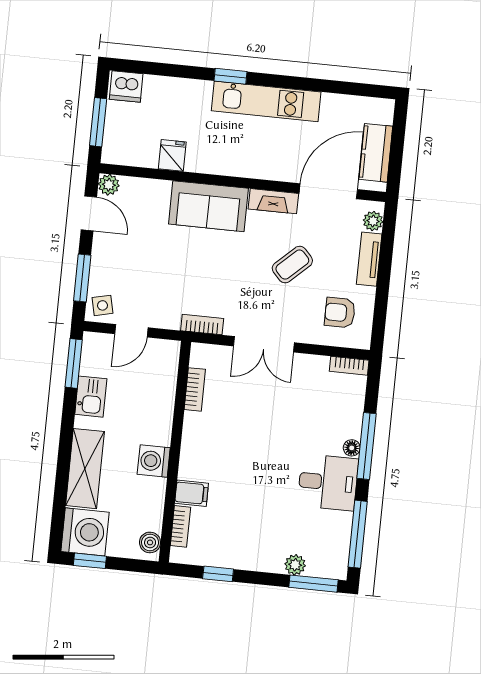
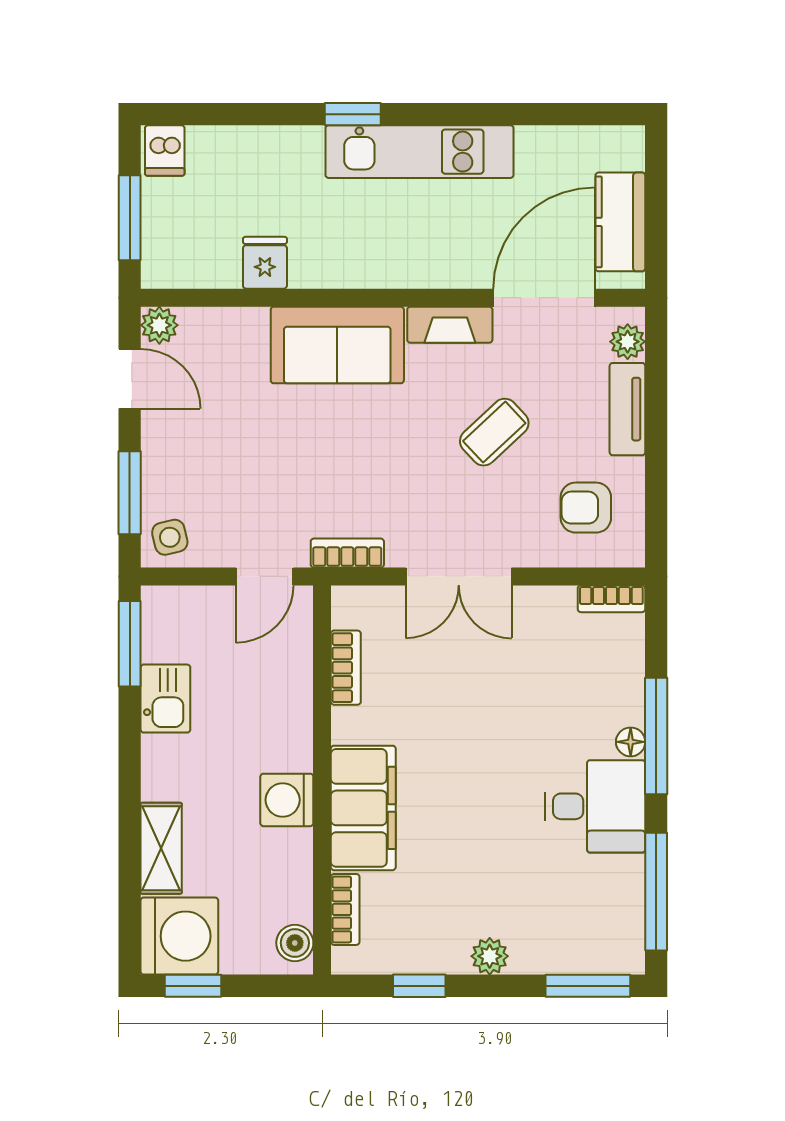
dishwasher: (126, 87) -> (165, 151), width x0.73
door: (131, 331) -> (265, 576), moved
shelving: (85, 469) -> (161, 848), width x0.67, depth x0.75
filing cabinet: (192, 493) -> (363, 808), width x3.00, depth x1.17
plant: (295, 565) -> (490, 956), moved

